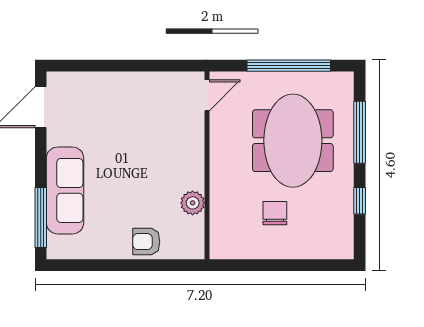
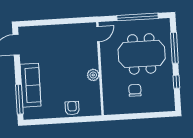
meeting table: (293, 141) -> (142, 54), turned 90
plant: (193, 203) -> (93, 75), moved
armchair: (146, 242) -> (72, 108), turned 90

